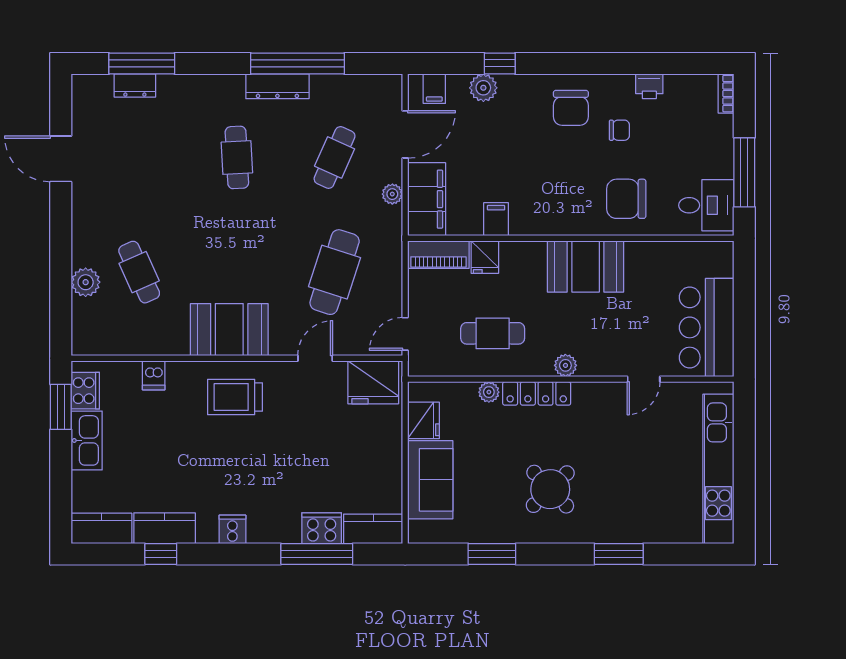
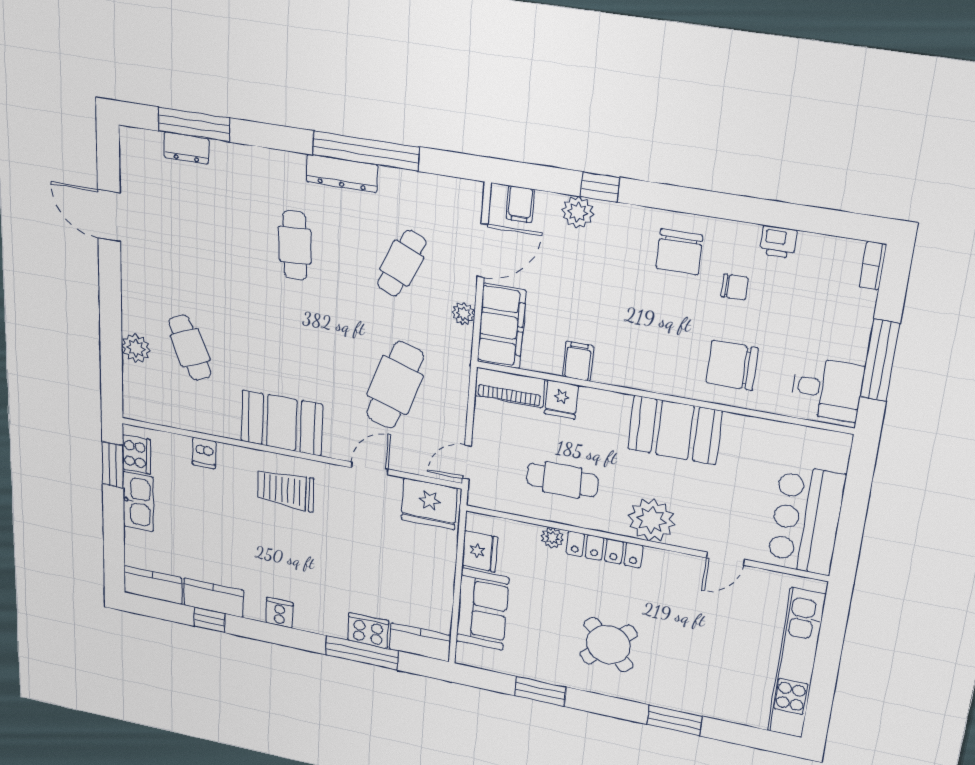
plant: (565, 365) -> (652, 520), width x1.87, depth x1.87

